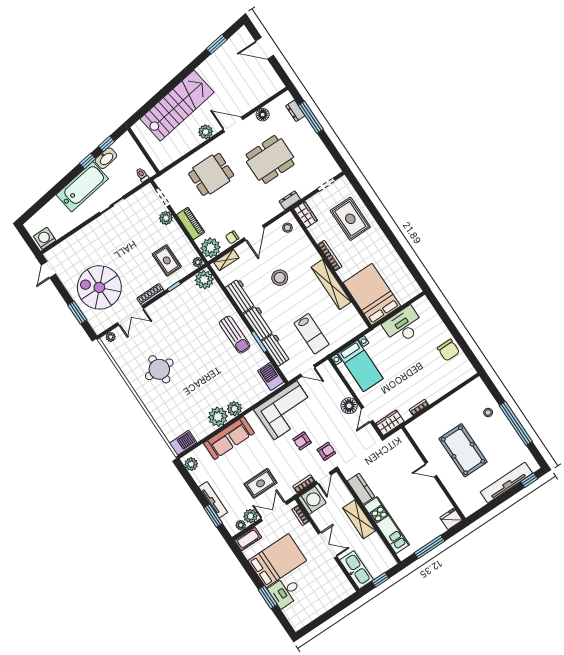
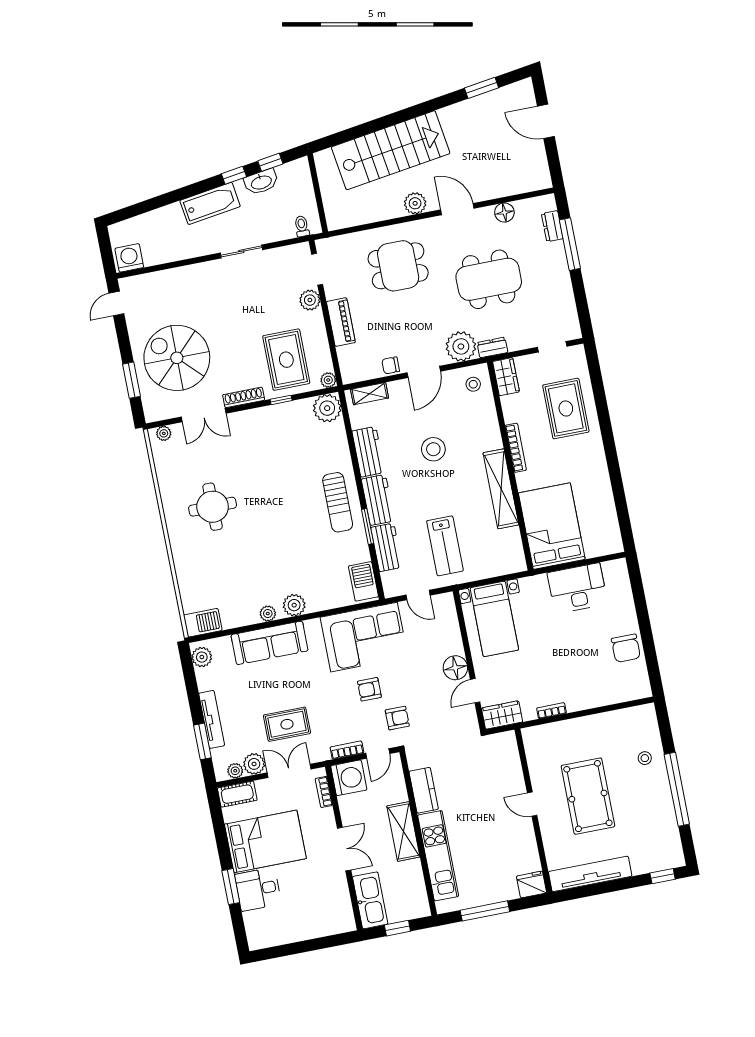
bathtub: (82, 187) -> (210, 203), width x0.73, depth x0.73
plant: (211, 248) -> (461, 346), moved
rug: (167, 260) -> (286, 360), width x1.36, depth x1.43
plant: (218, 417) -> (268, 614), width x0.53, depth x0.53
tv unit: (506, 483) -> (590, 874), moved

